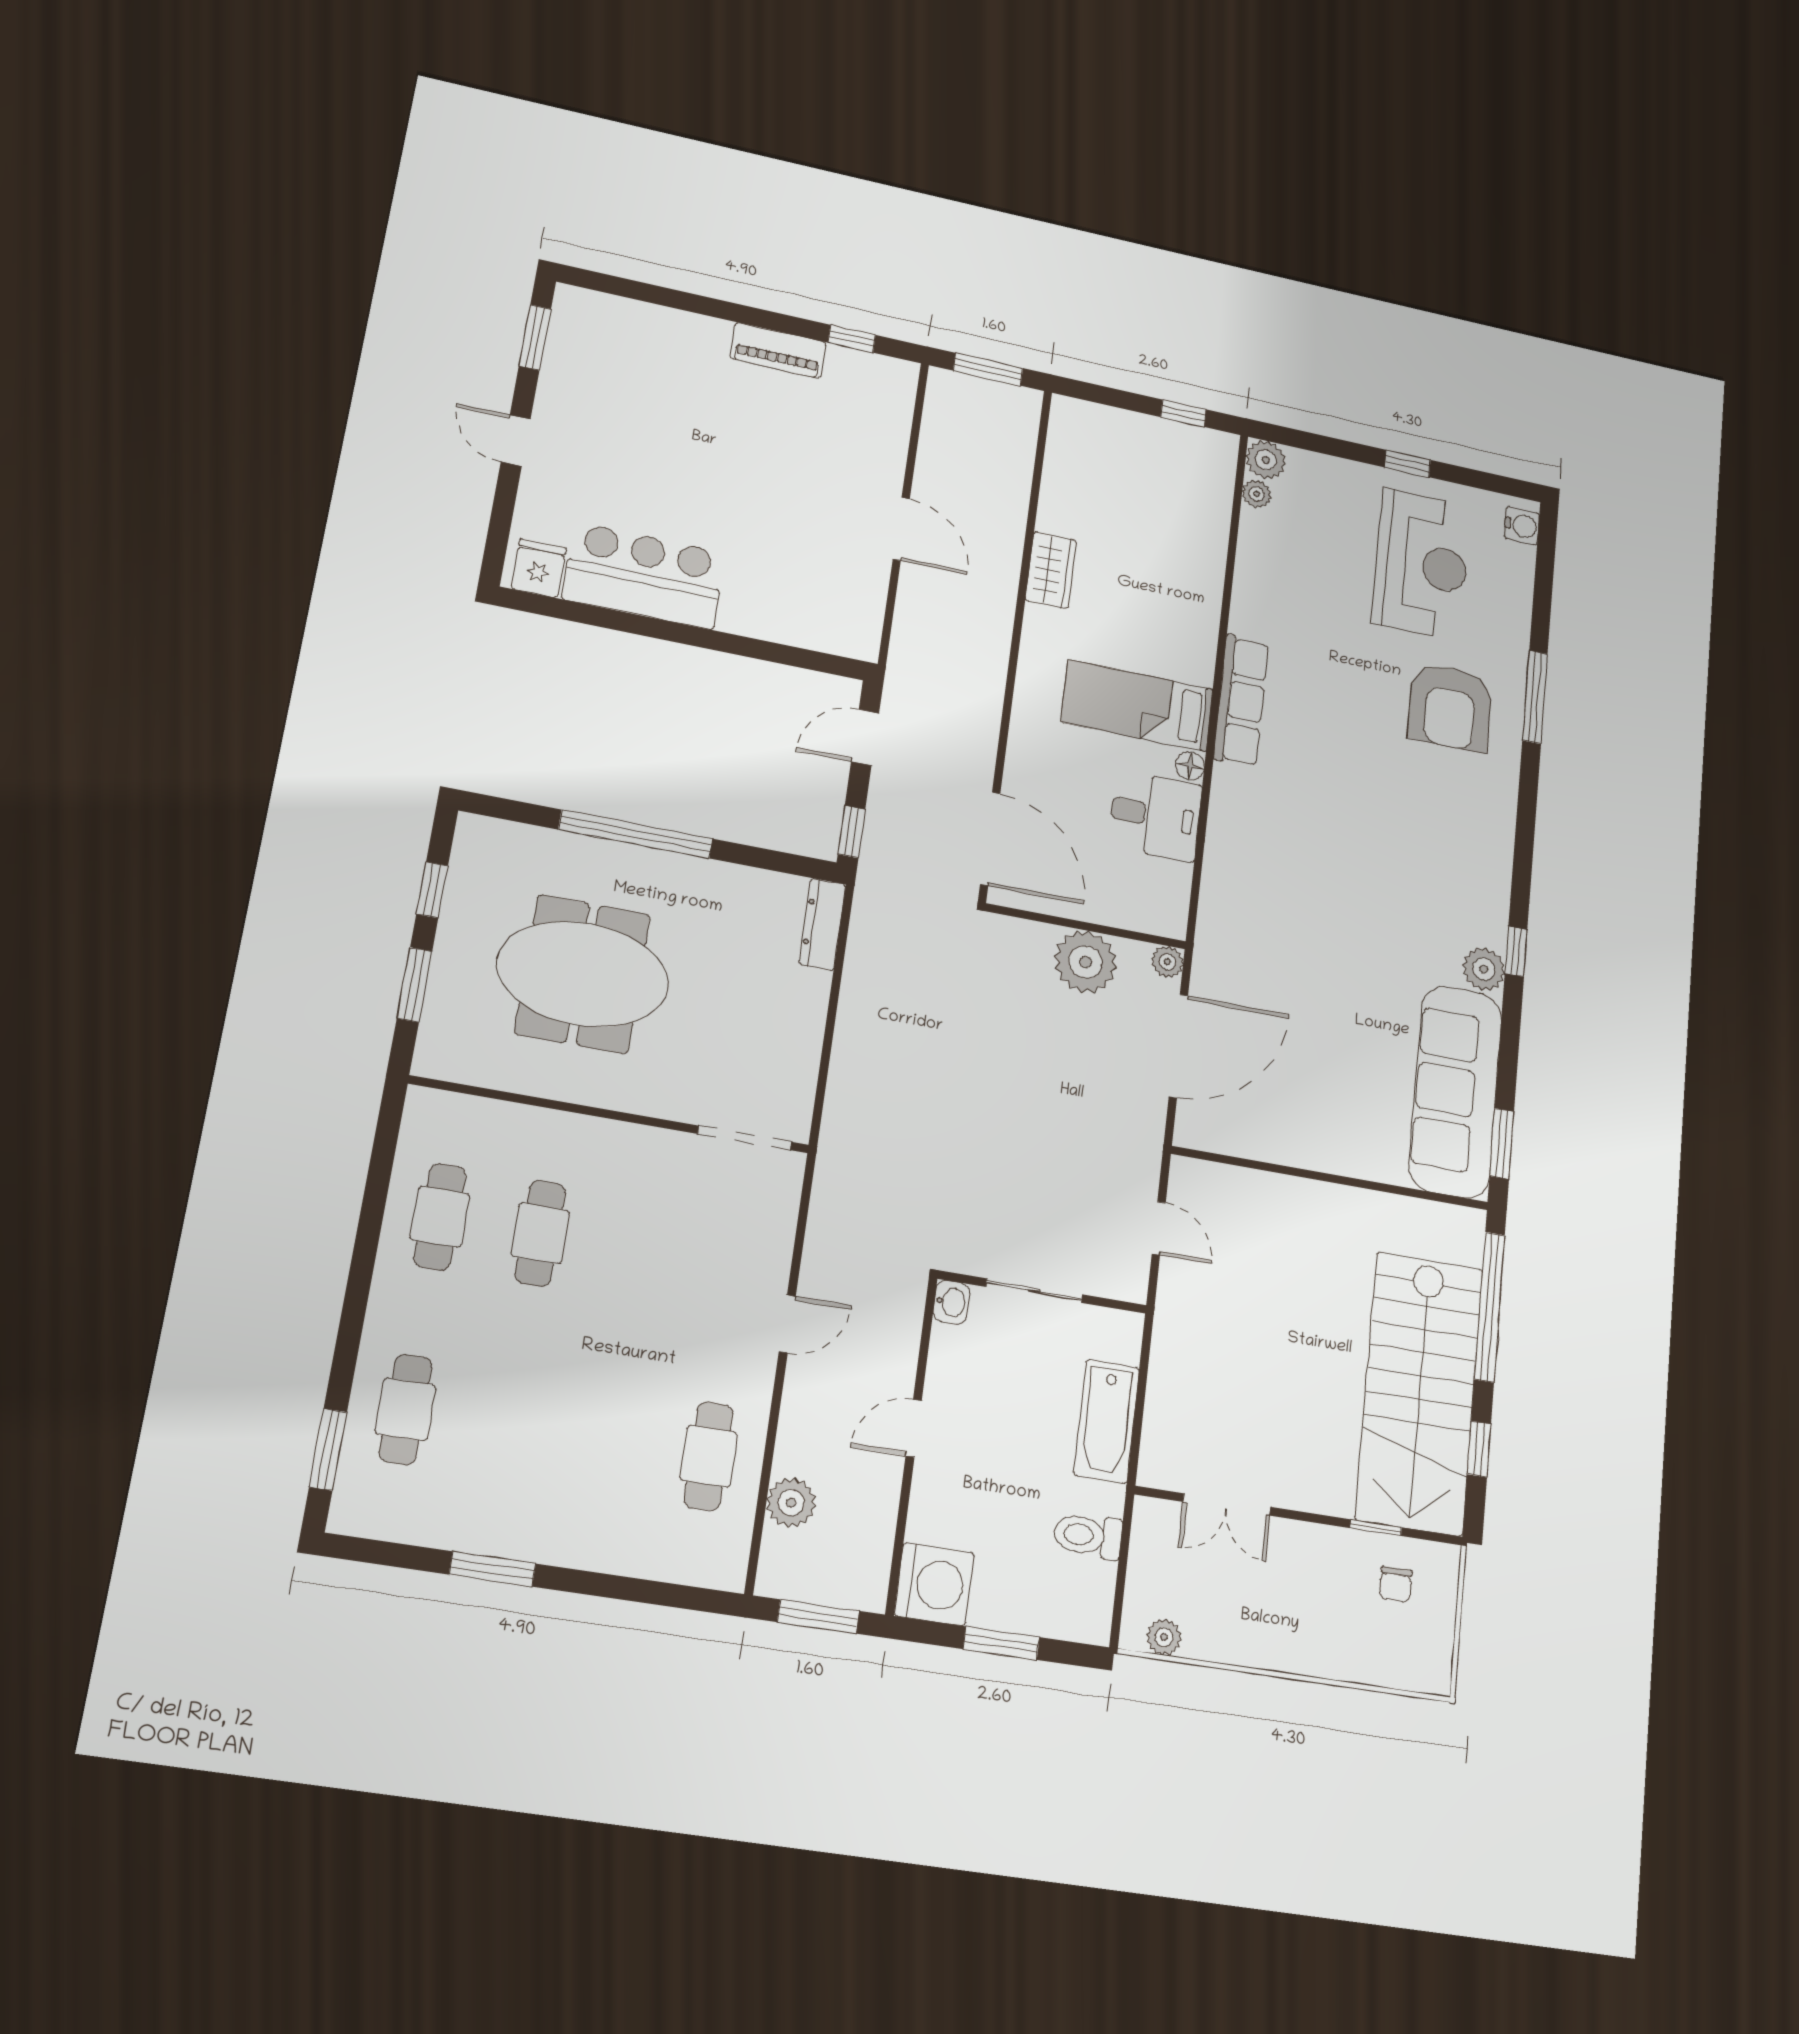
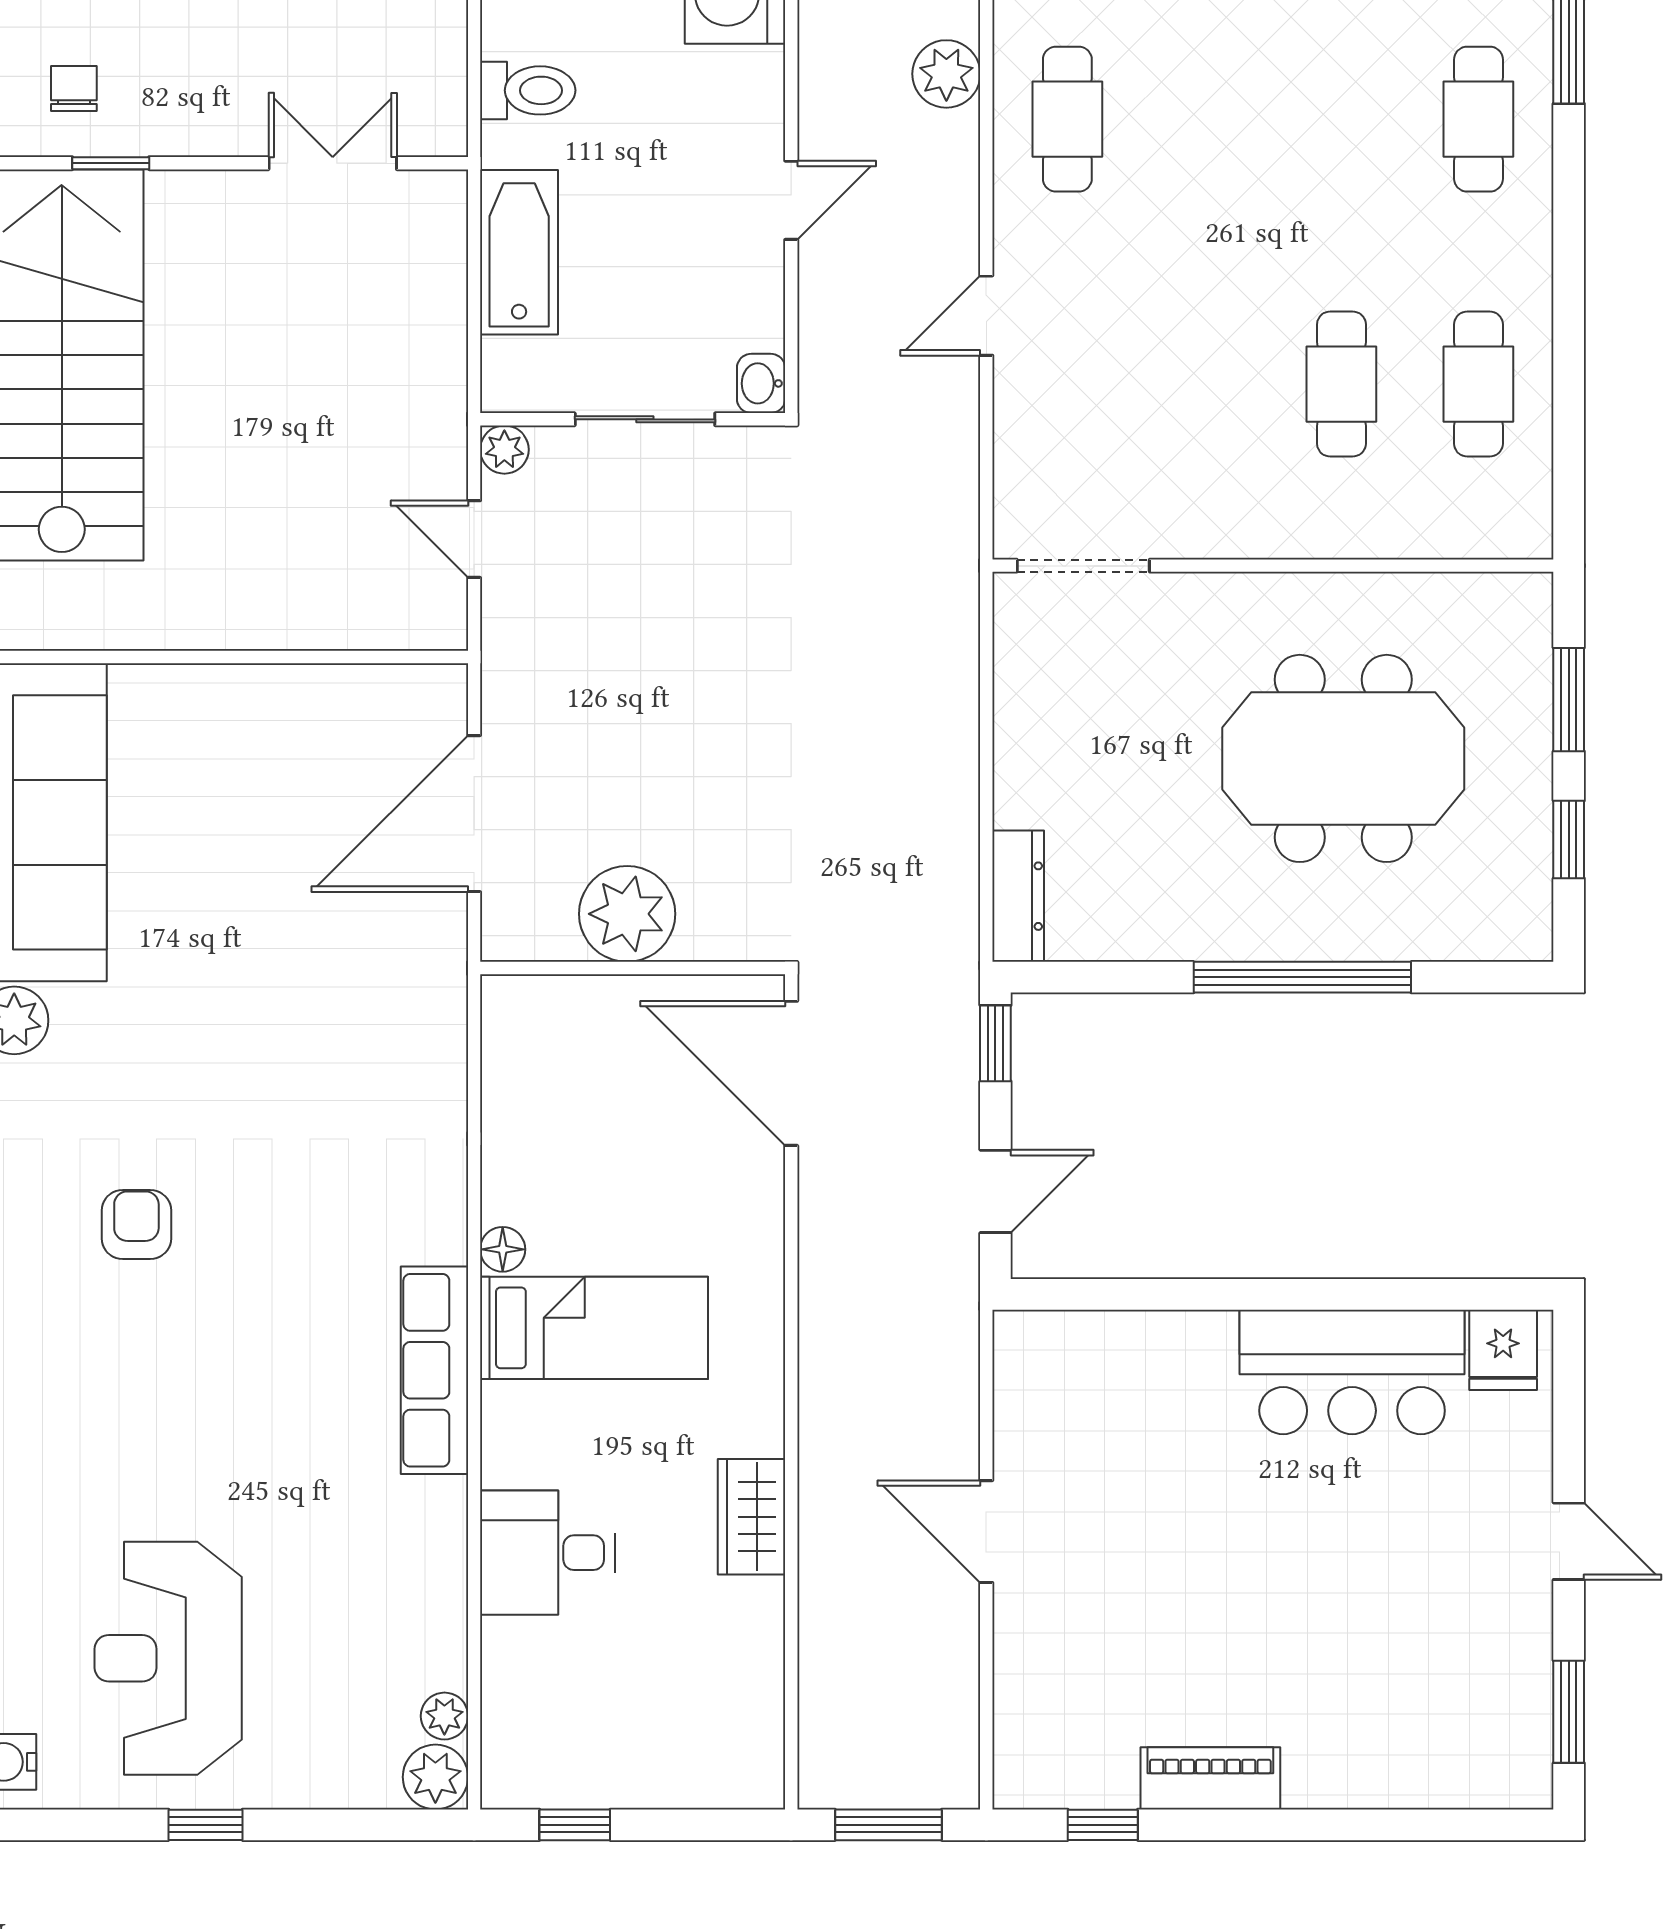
armchair: (1450, 707) -> (136, 1225), moved, width x0.53, depth x0.53
desk: (1155, 816) -> (547, 1553), moved
plant: (1167, 962) -> (504, 450), moved

